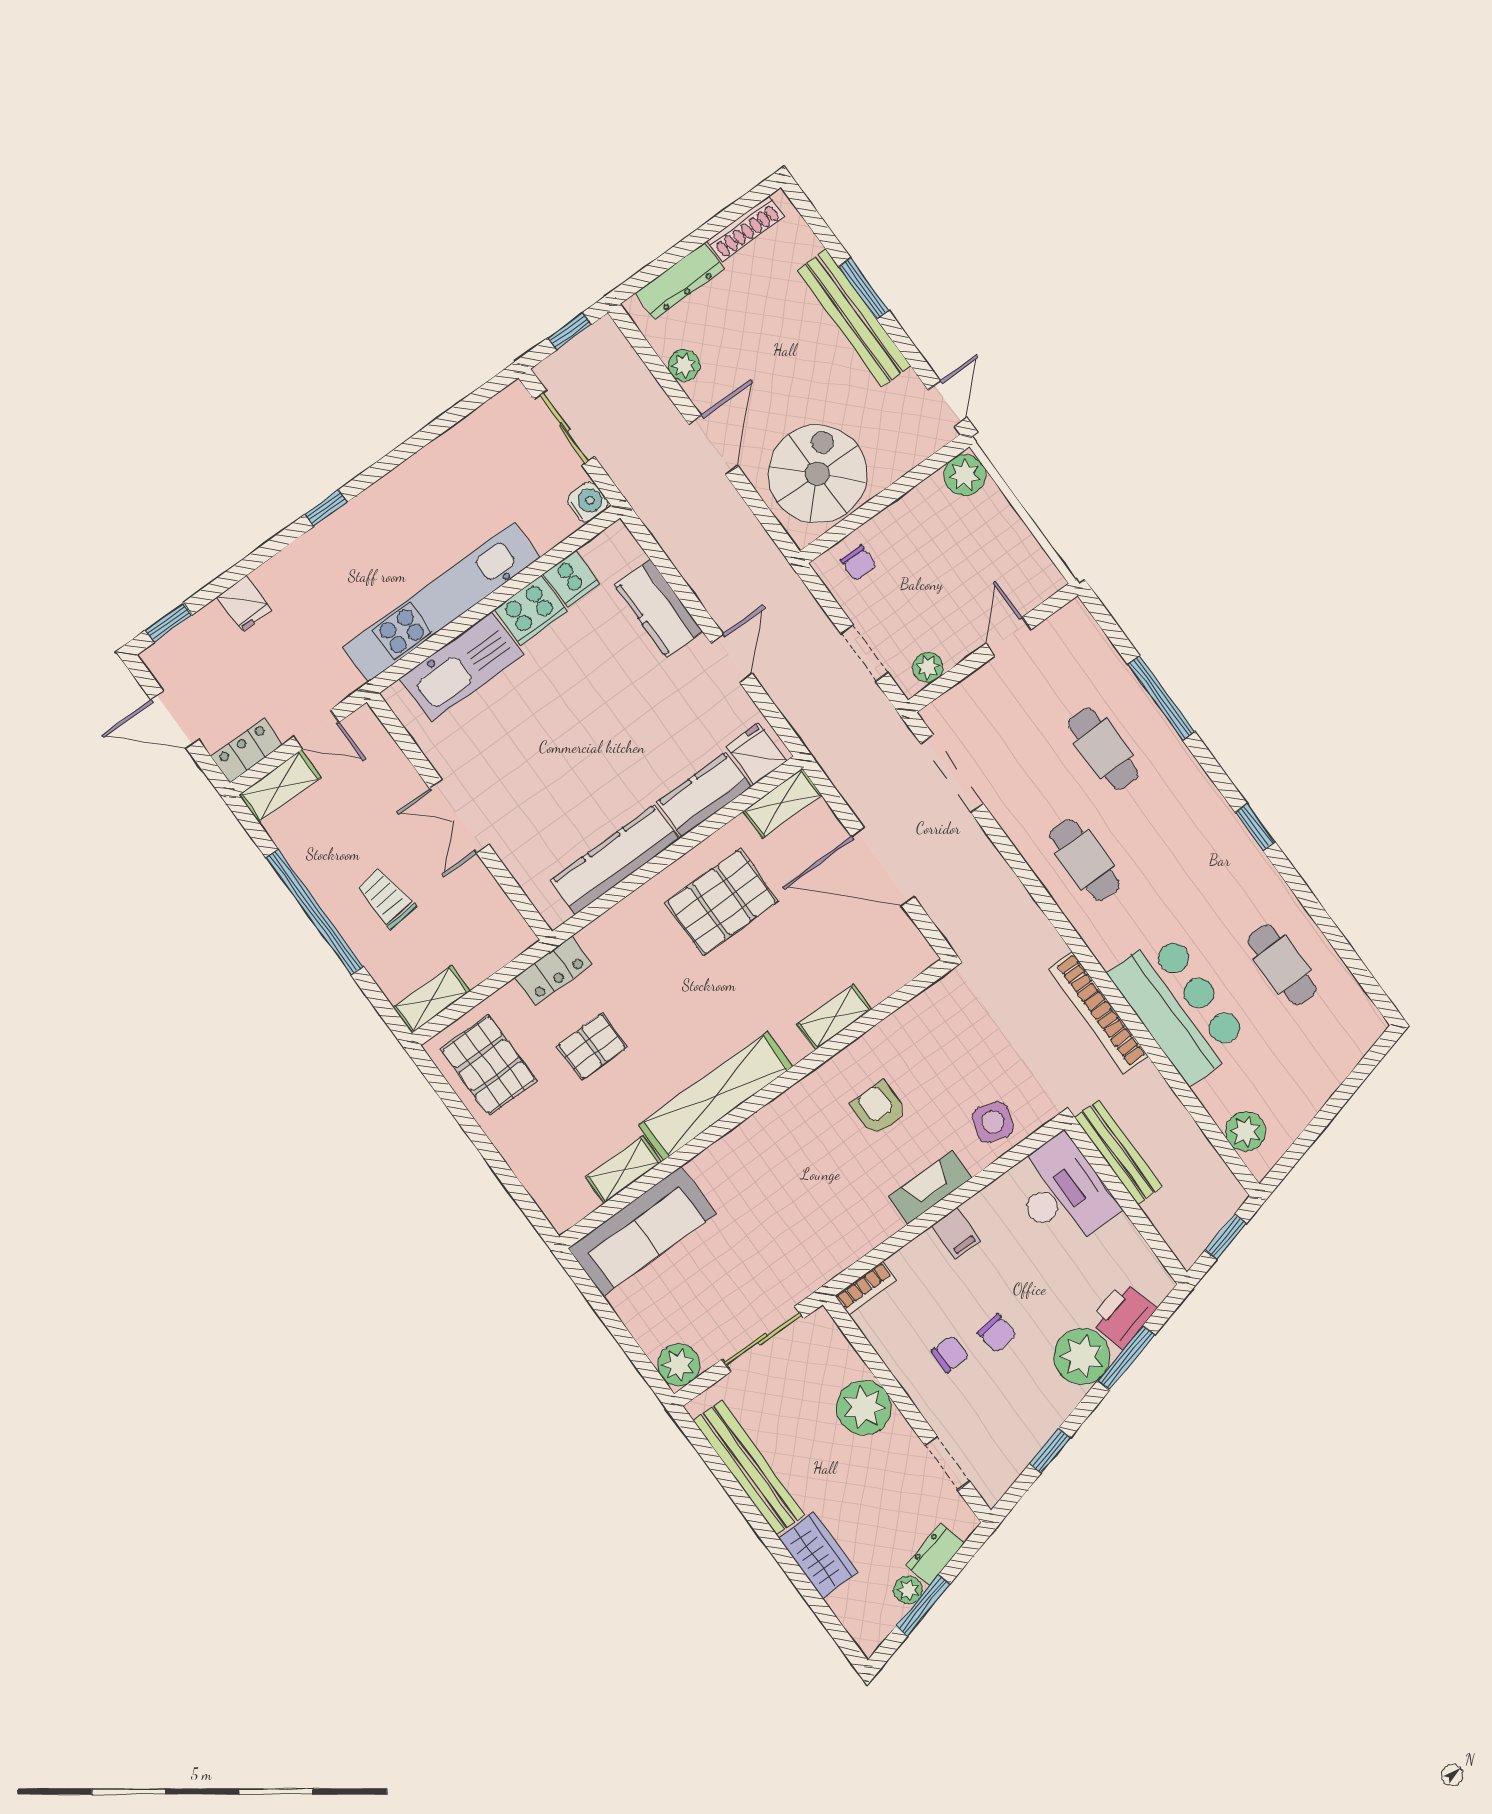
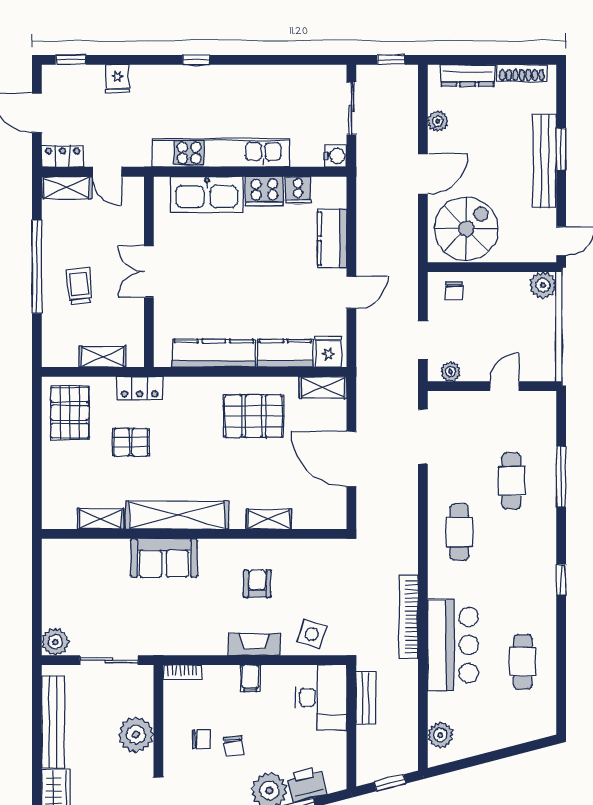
shelving: (432, 999) -> (103, 357), moved
bench: (1118, 1152) -> (366, 698), width x0.73
sofa: (642, 1231) -> (164, 558), moved, width x0.73

